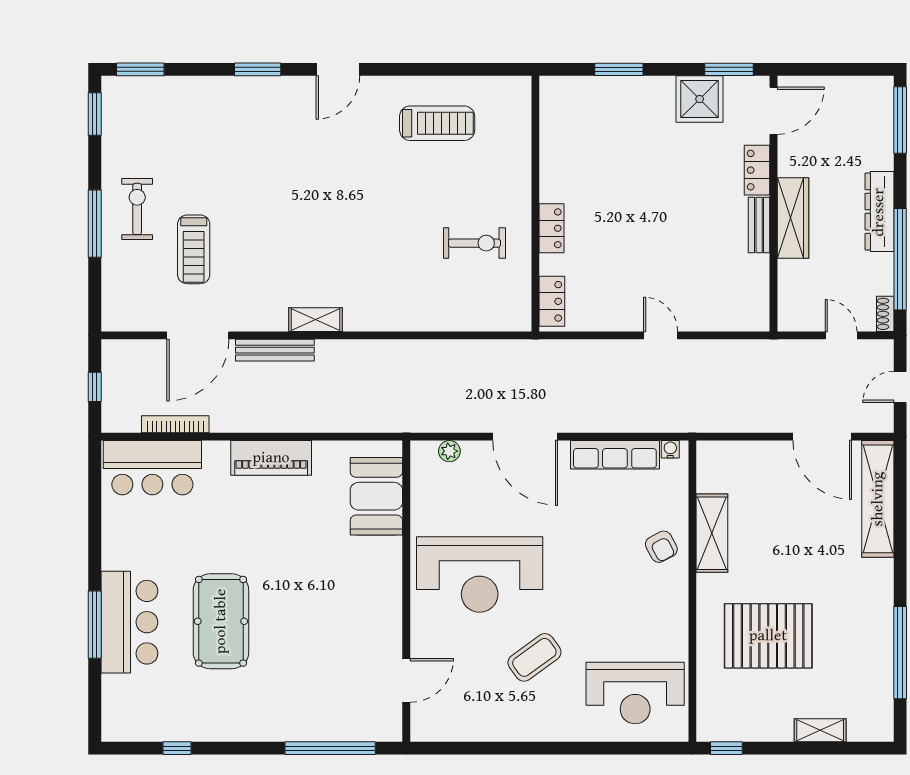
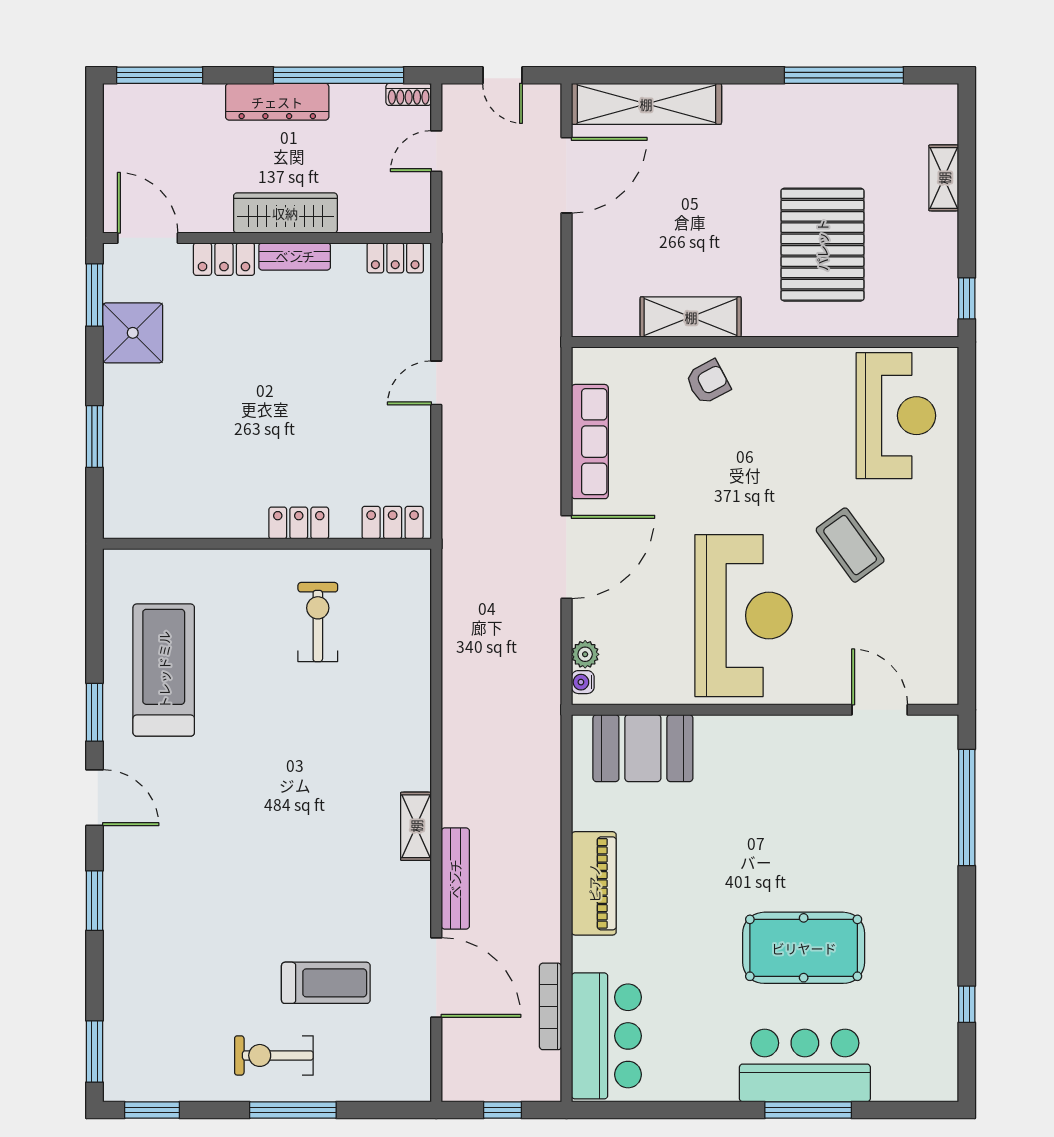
window: (404, 69) -> (95, 712), added
treadmill: (437, 123) -> (164, 670), width x1.37, depth x1.37
locker: (758, 303) -> (395, 258), added
water cooler: (670, 449) -> (583, 682), moved

